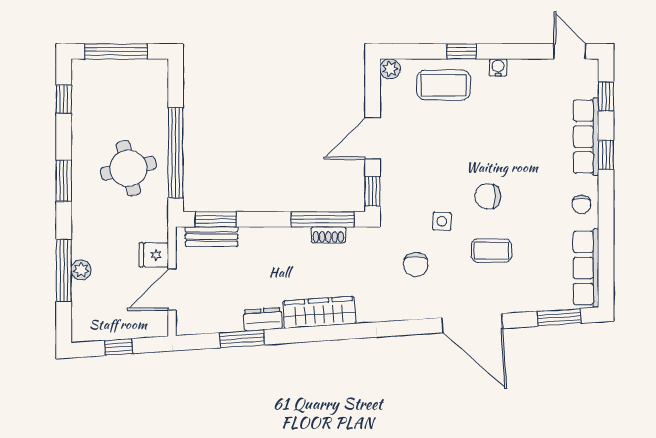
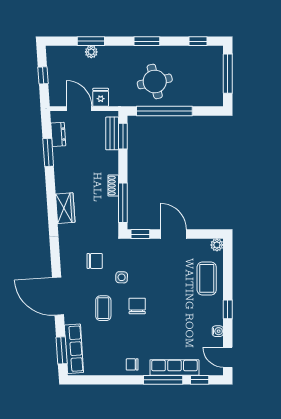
window: (461, 51) -> (228, 309), moved
door: (570, 51) -> (228, 357), swing flipped
water cooler: (498, 67) -> (218, 331), moved
window: (606, 155) -> (163, 380), width x2.17
shoe rack: (328, 235) -> (113, 186), moved
chair: (416, 265) -> (95, 261), turned 180
row of seats: (586, 268) -> (74, 349), moved, turned 86
window: (64, 270) -> (91, 41), width x0.69
wardrobe: (319, 312) -> (65, 208), width x0.67
dresser: (263, 319) -> (58, 134), moved
door: (472, 323) -> (58, 296), hinge flipped

